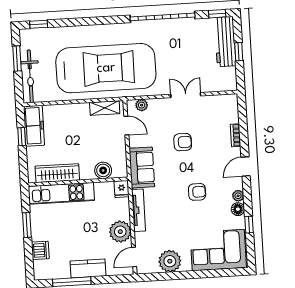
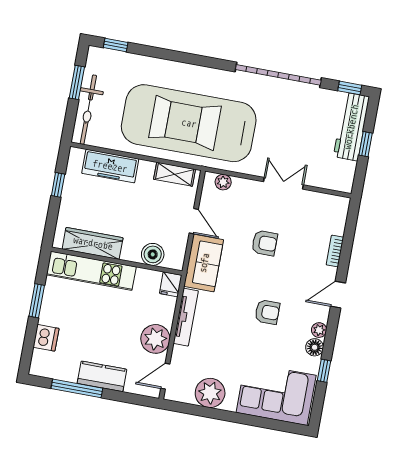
car: (106, 68) -> (189, 123), turned 180
freezer: (34, 126) -> (110, 166), moved, turned 90
door: (126, 126) -> (194, 221), moved

